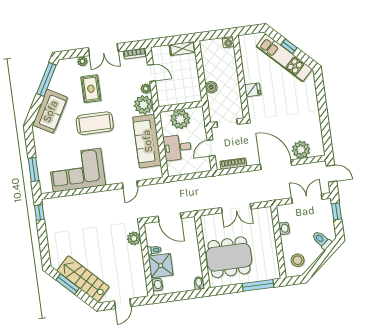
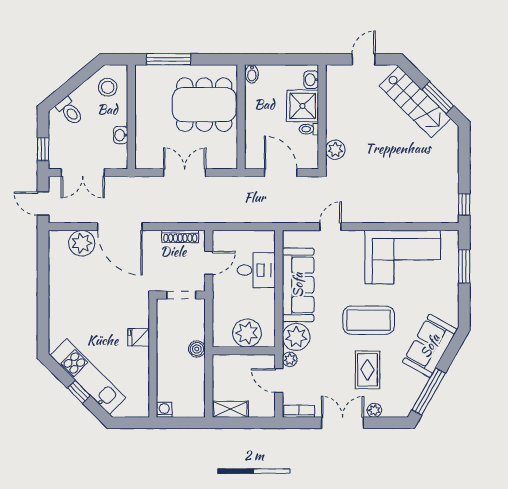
wall: (181, 106) -> (244, 351), moved
plant: (180, 119) -> (247, 333), moved

